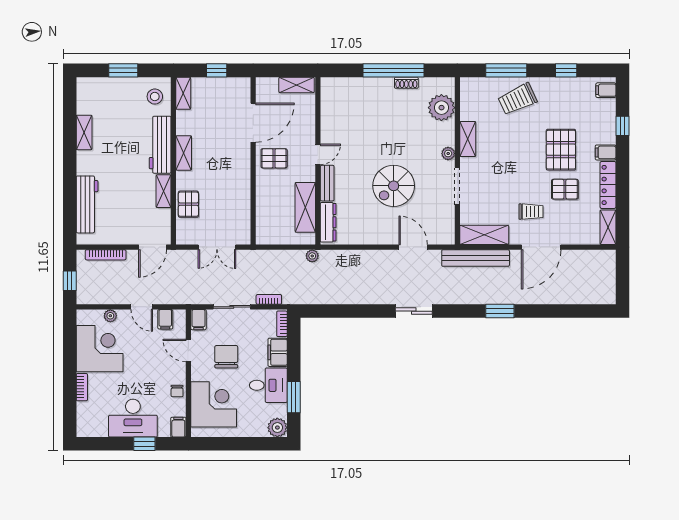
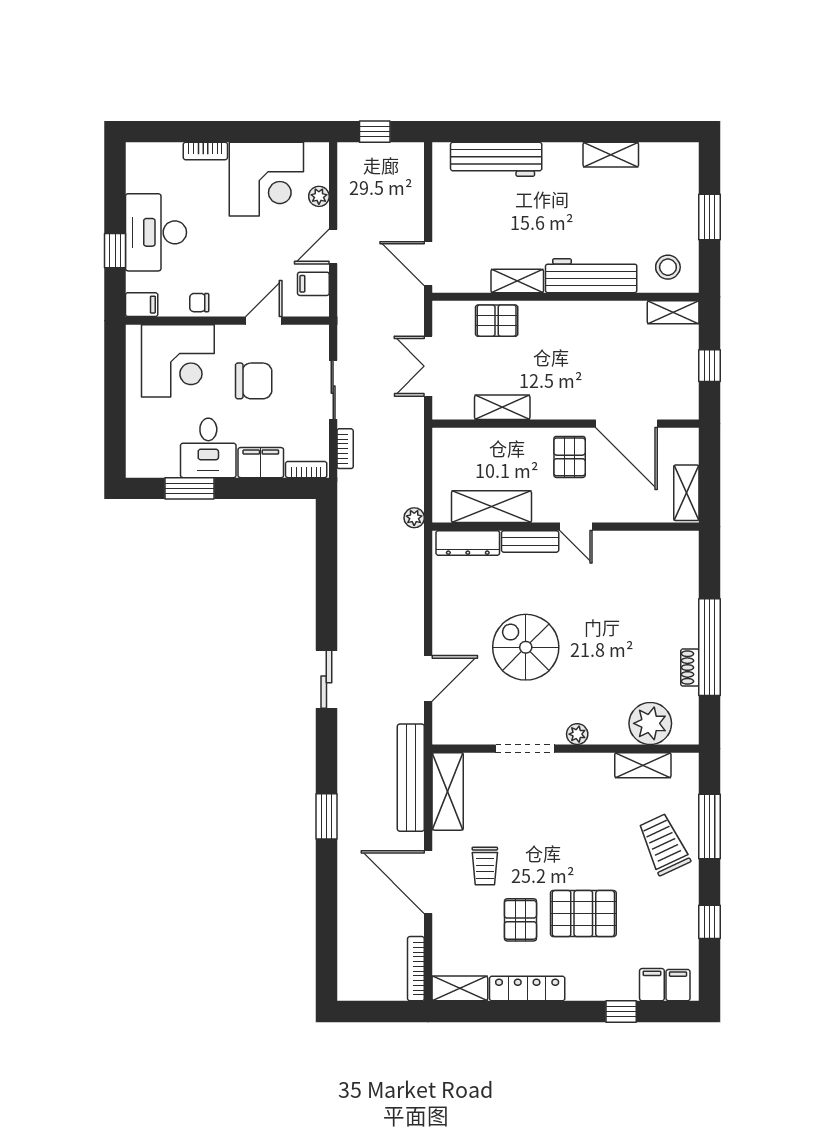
shelving: (468, 139) -> (643, 765), moved
filing cabinet: (606, 152) -> (652, 985), moved
shelving: (184, 153) -> (502, 407), moved
bookcase: (106, 255) -> (416, 969), moved
filing cabinet: (198, 320) -> (313, 337), removed
plant: (277, 428) -> (141, 462), removed

